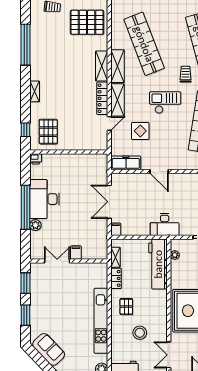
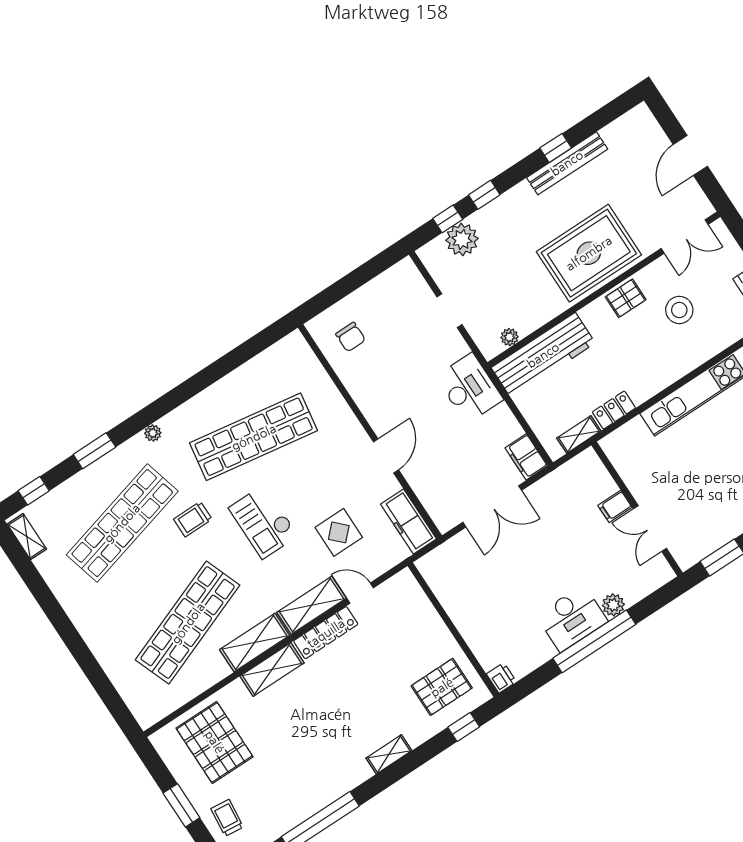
desk: (45, 199) -> (572, 618), width x0.73, depth x0.77
filing cabinet: (116, 229) -> (526, 457), width x2.00
pallet: (126, 307) -> (626, 298), moved

